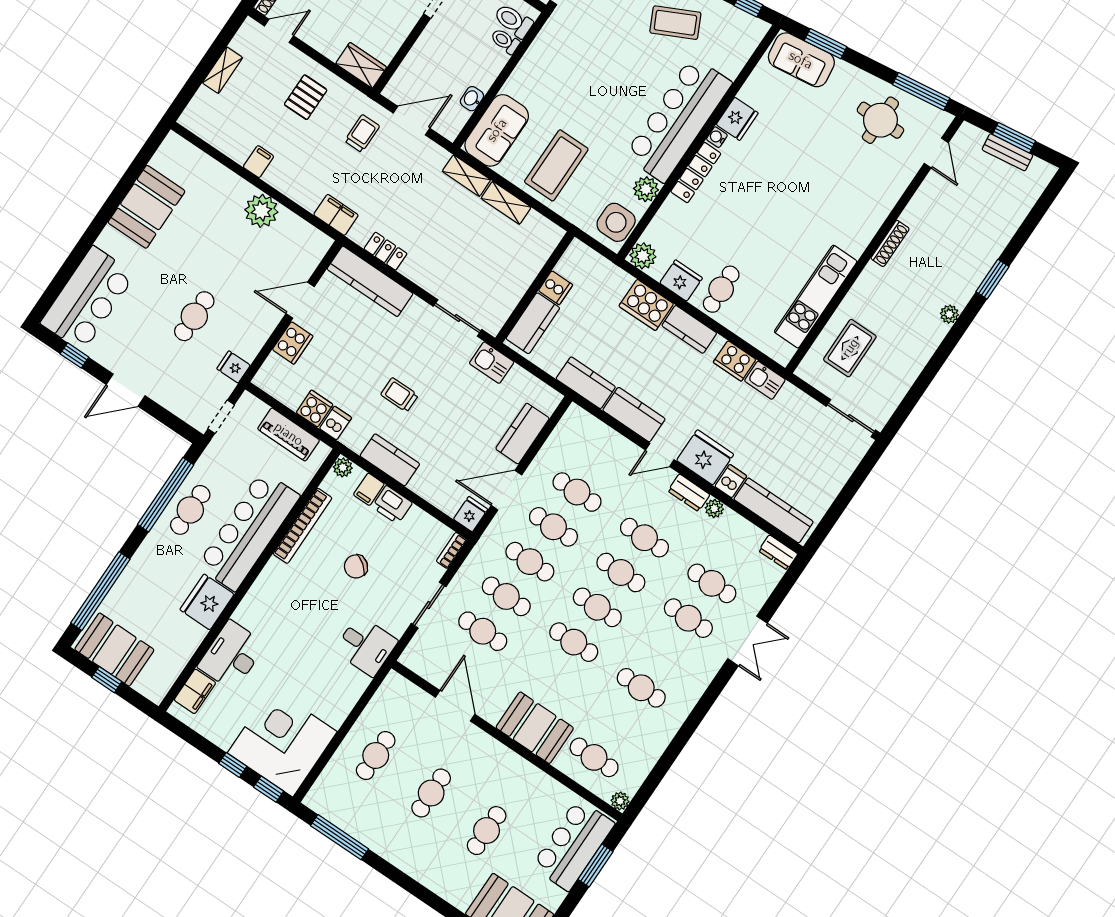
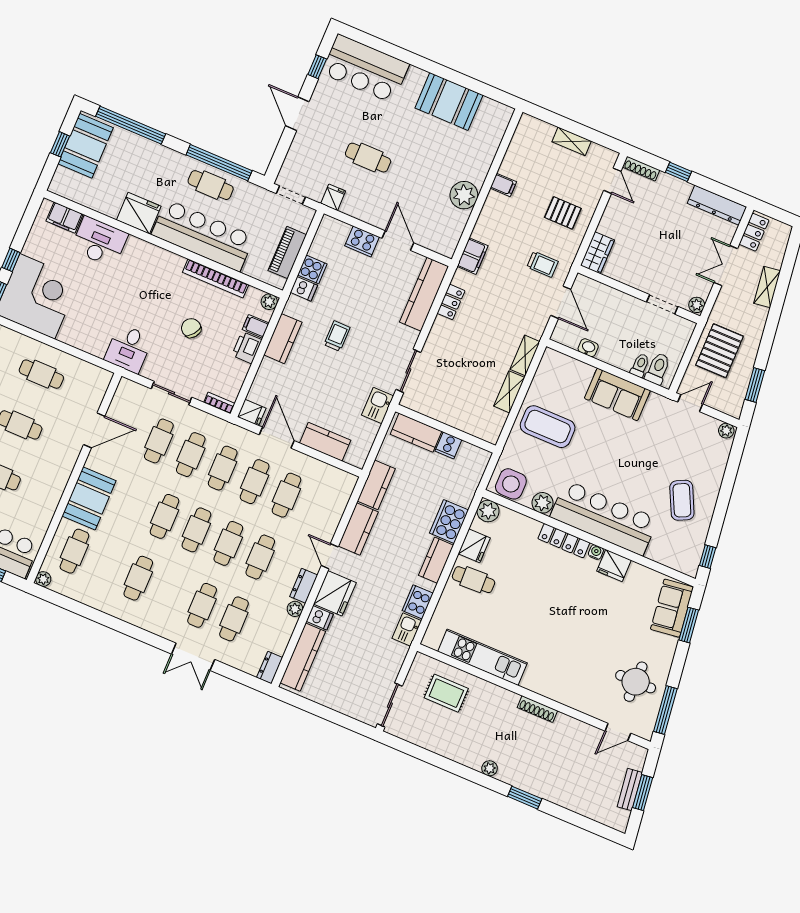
sofa: (497, 130) -> (617, 394), moved

